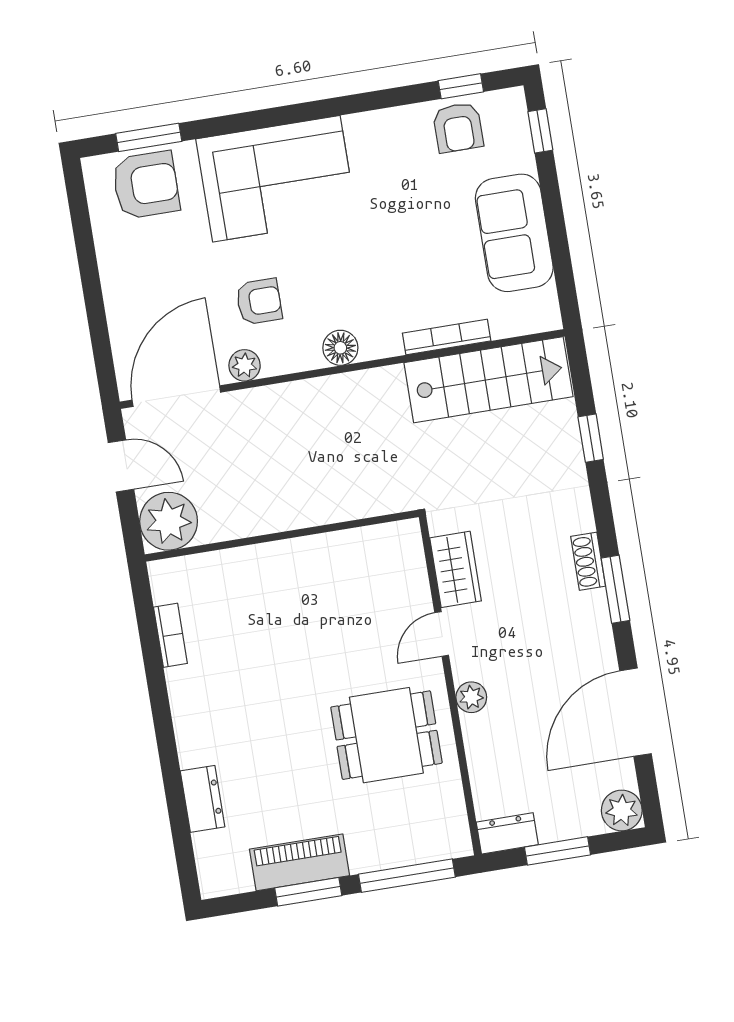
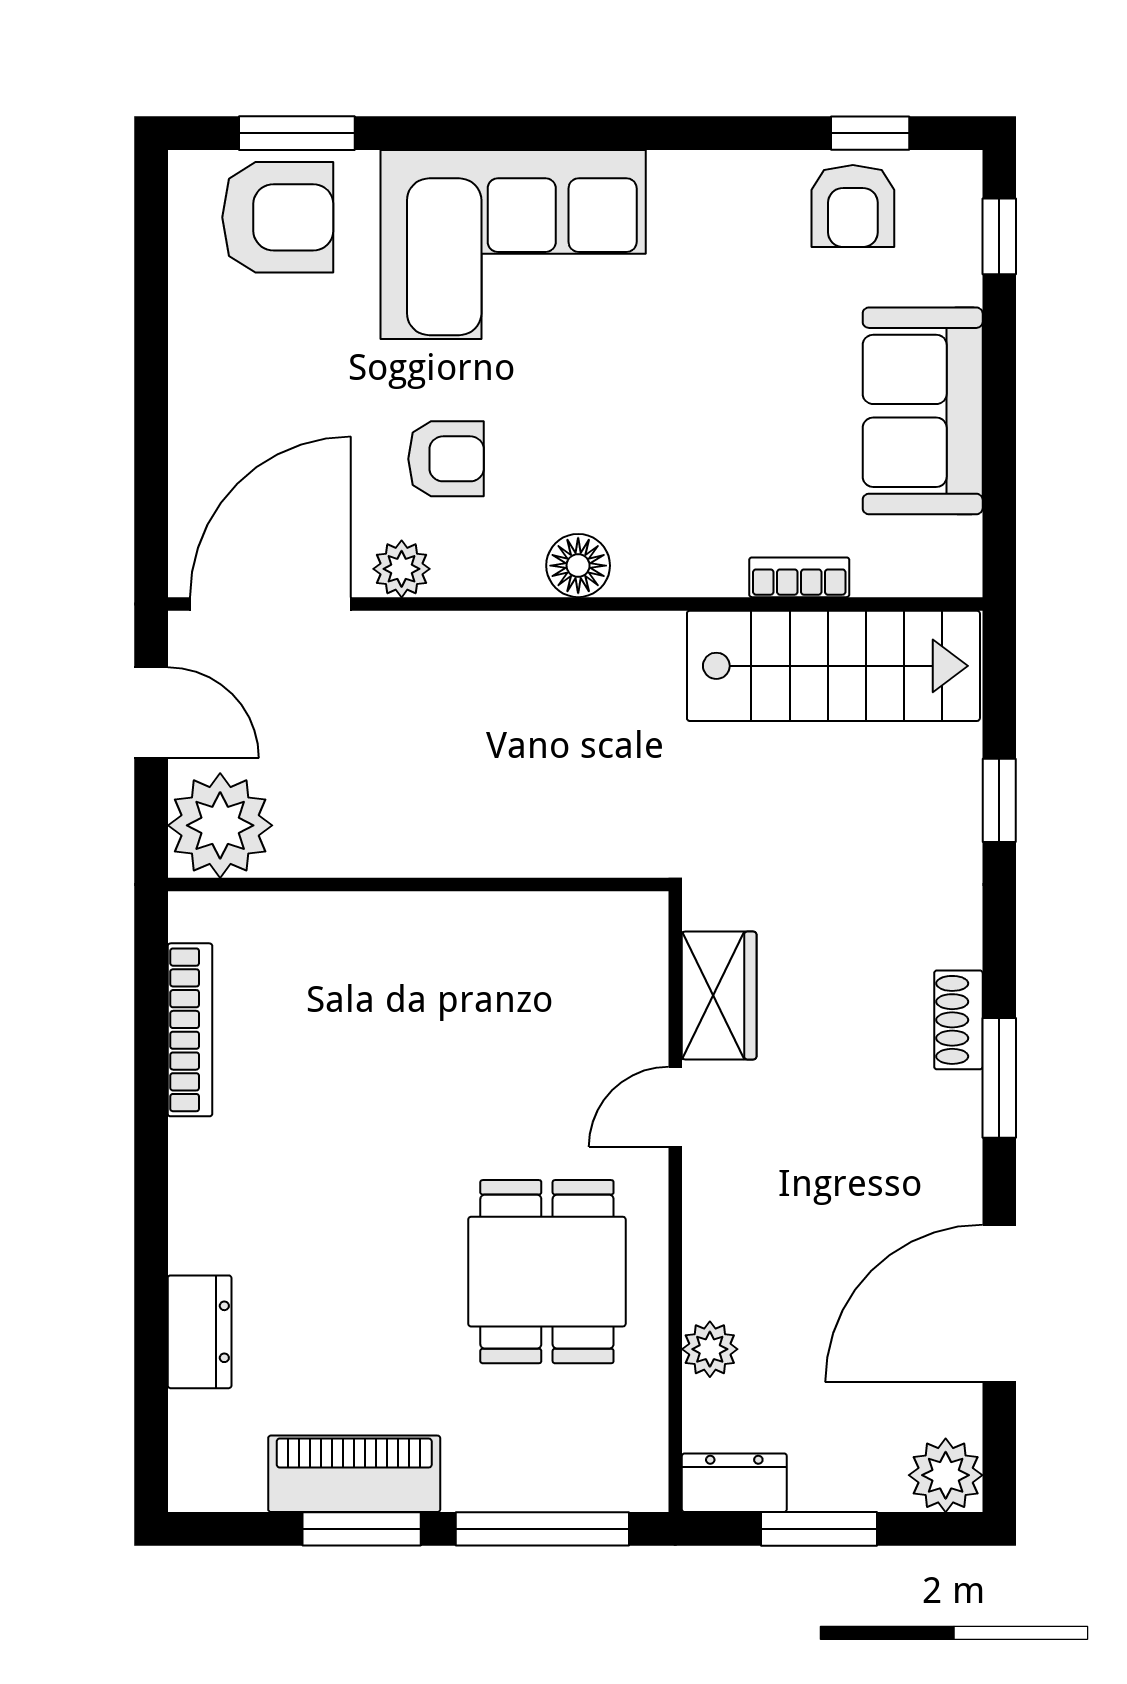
bookcase: (447, 337) -> (799, 577), width x0.64
bookcase: (170, 635) -> (190, 1030), width x1.56
plant: (471, 697) -> (710, 1349), moved
dining table: (386, 735) -> (547, 1272), turned 90

